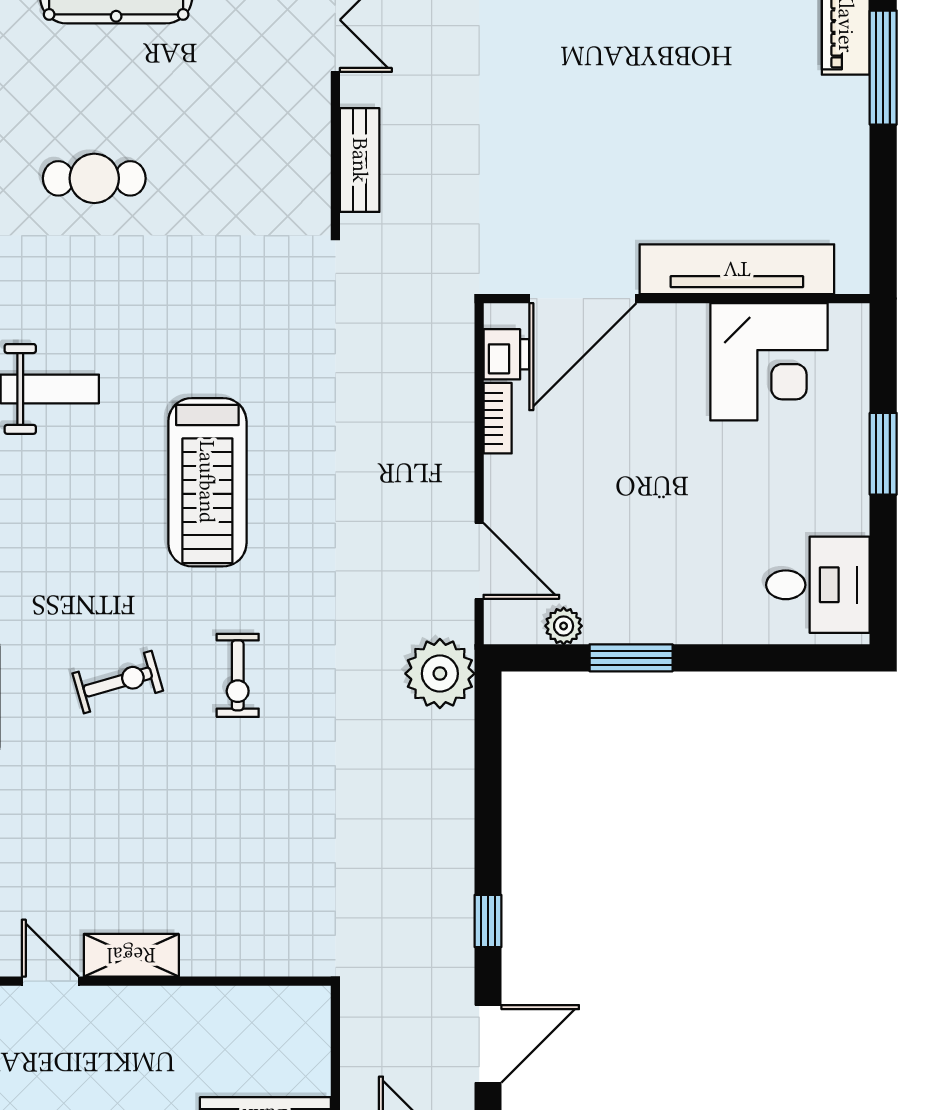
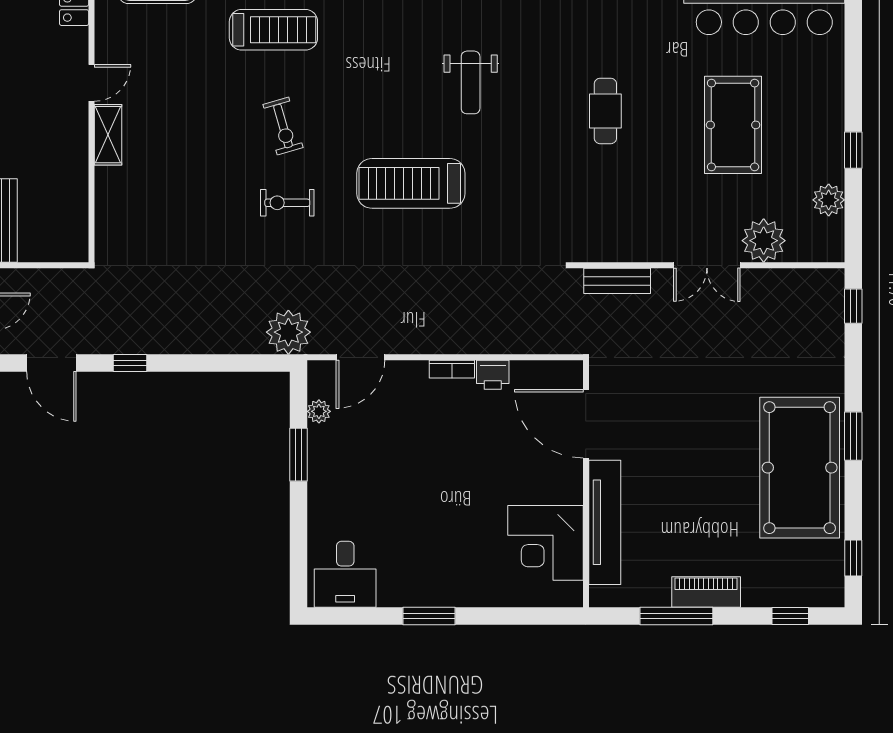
tv unit: (737, 269) -> (605, 522), moved
door: (583, 299) -> (586, 424), moved
wall: (677, 299) -> (586, 484), moved
corner desk: (769, 362) -> (545, 543), moved

